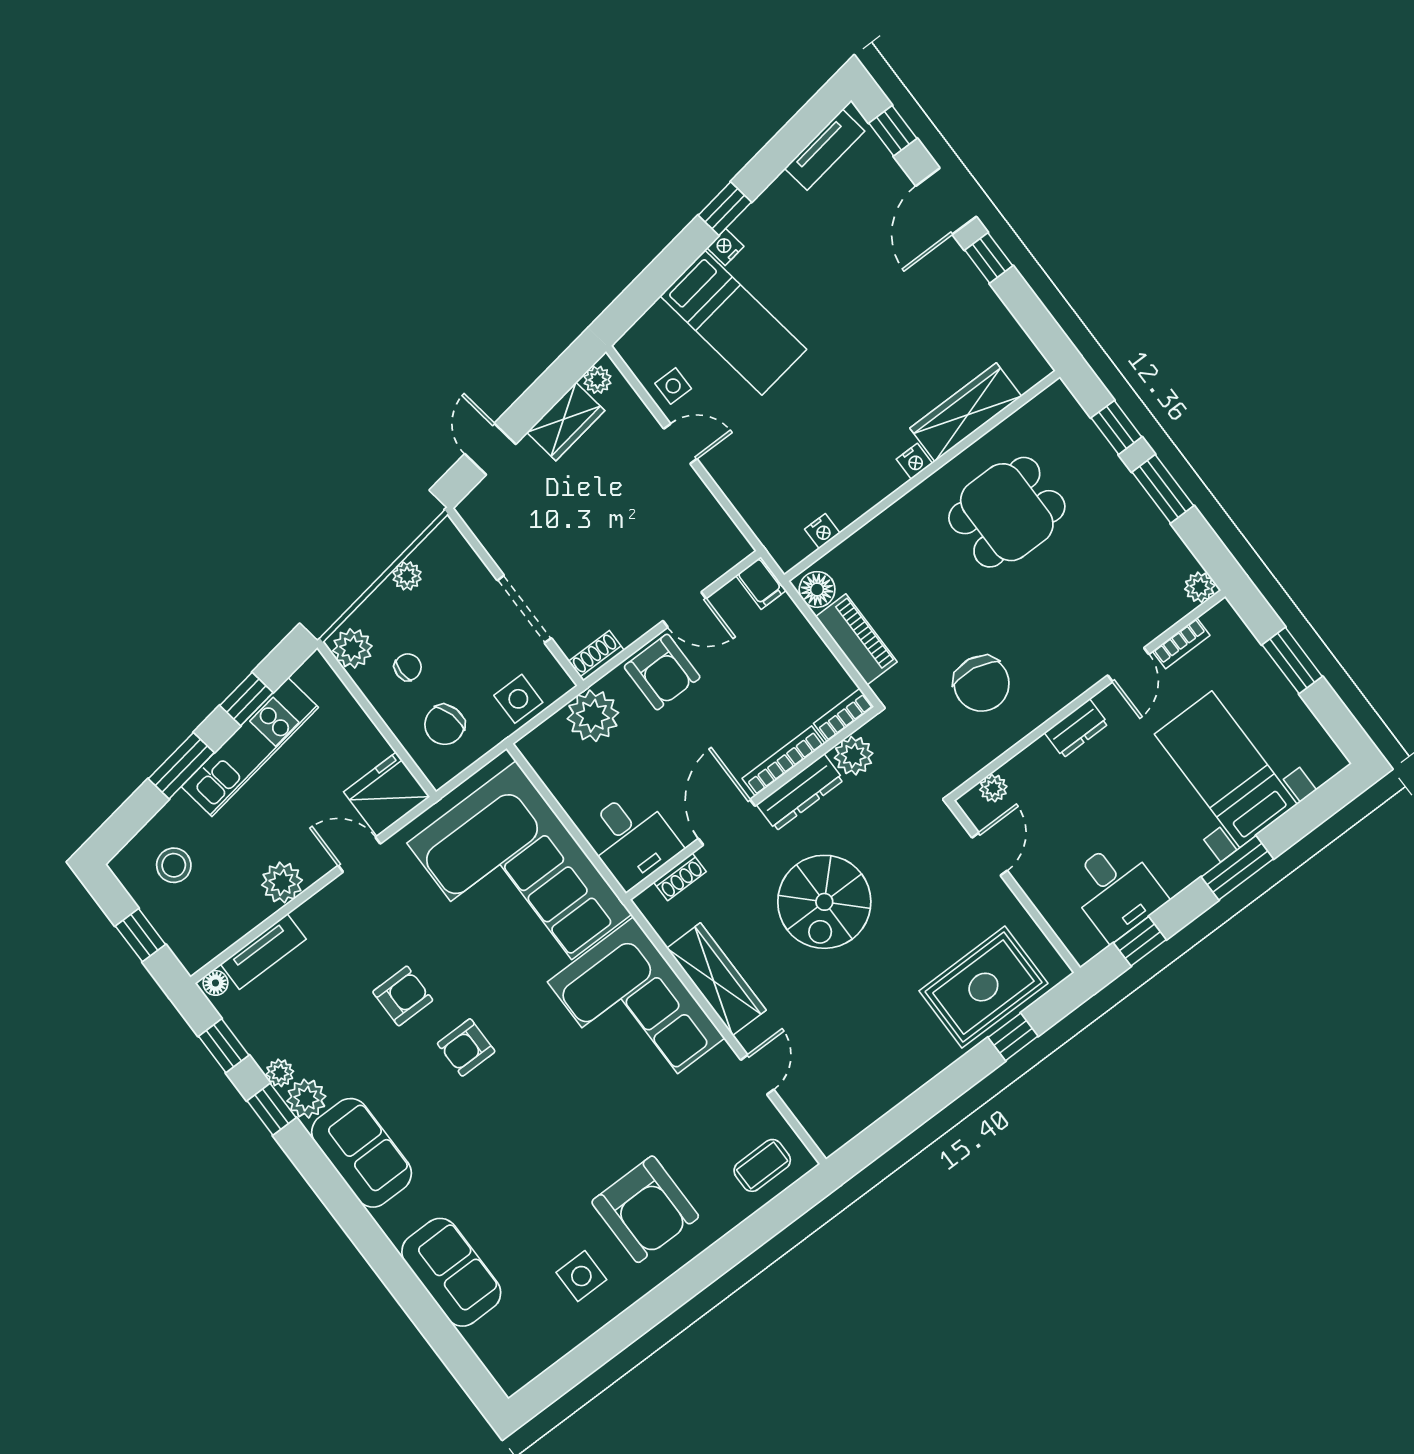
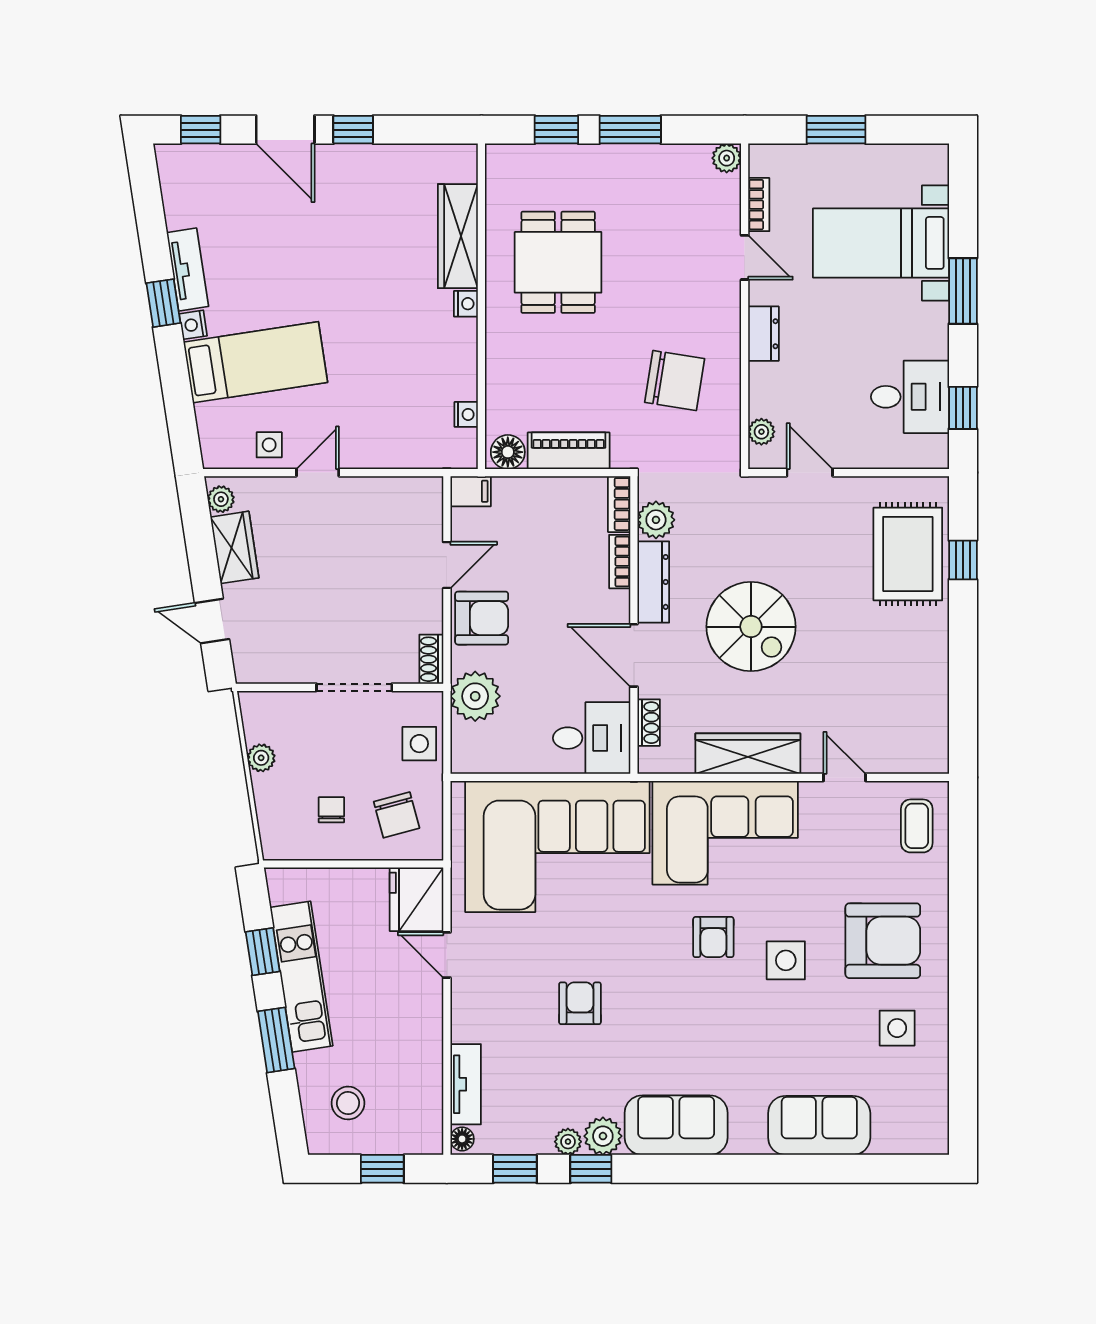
tv unit: (825, 150) -> (188, 269), moved
plant: (352, 648) -> (285, 841), removed
bookcase: (784, 761) -> (620, 562), width x0.64
door: (359, 855) -> (447, 955), hinge flipped
plant: (282, 883) -> (424, 1030), removed
armchair: (466, 1047) -> (713, 937), moved
side table: (568, 1141) -> (786, 960), added

